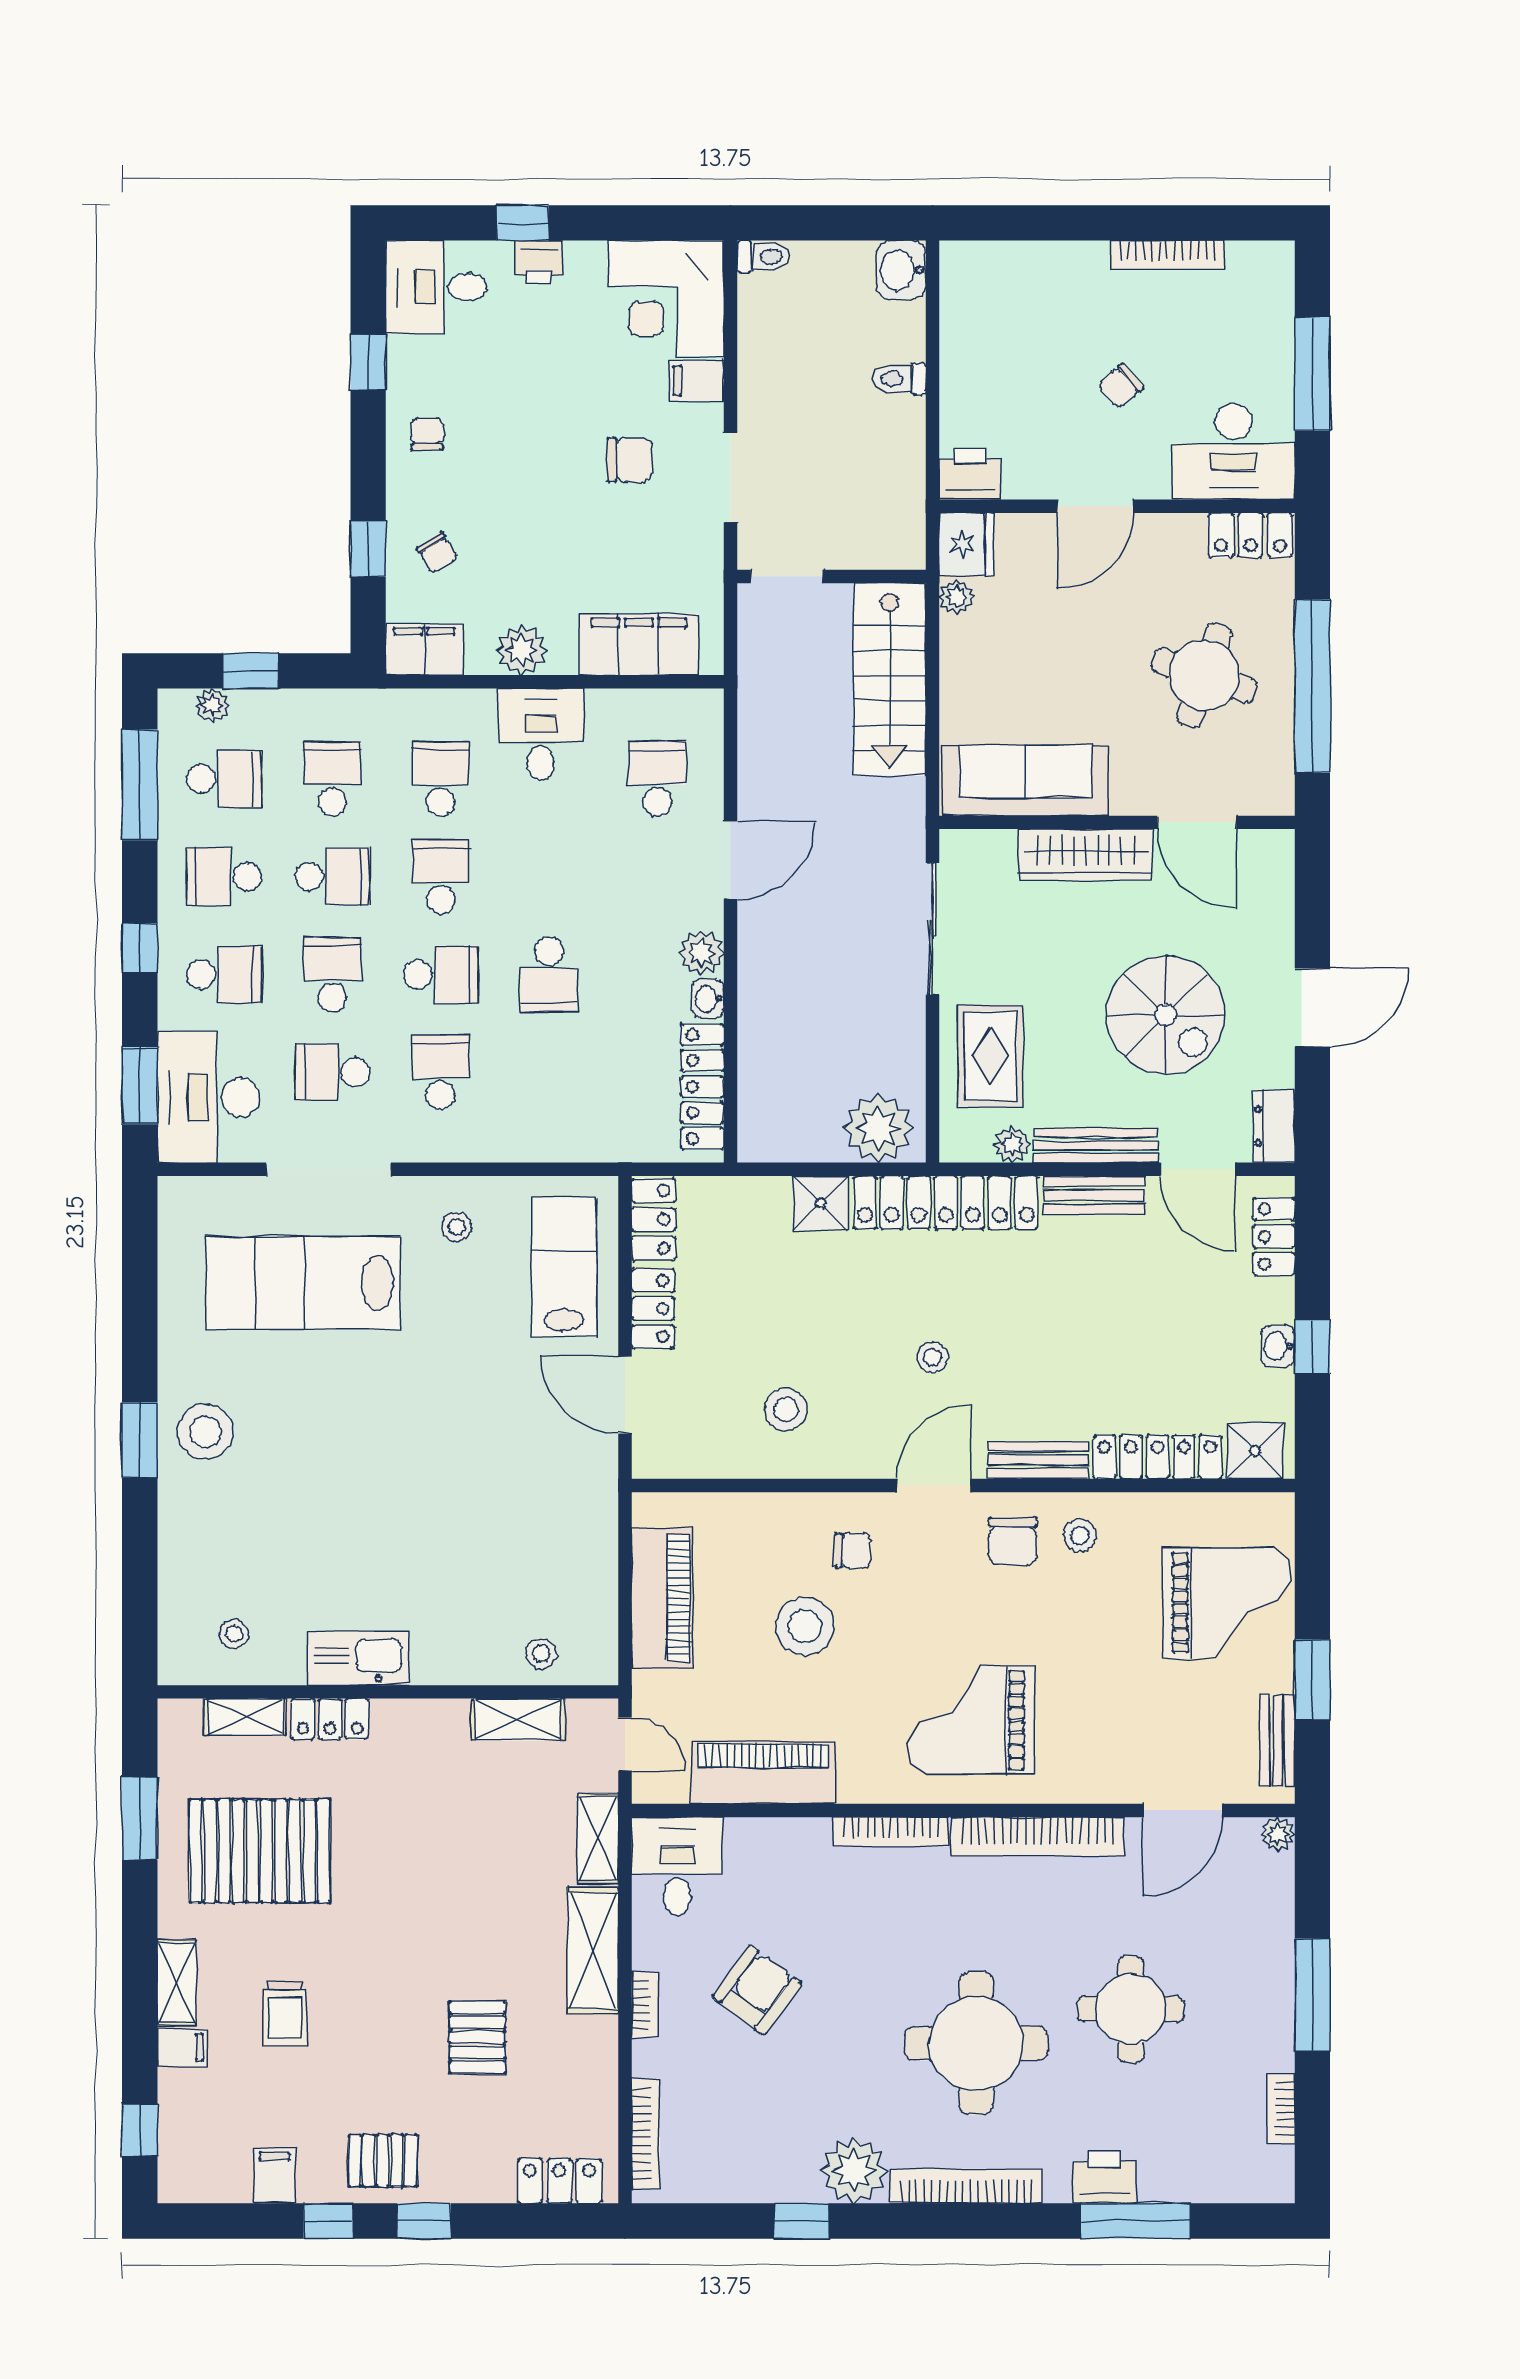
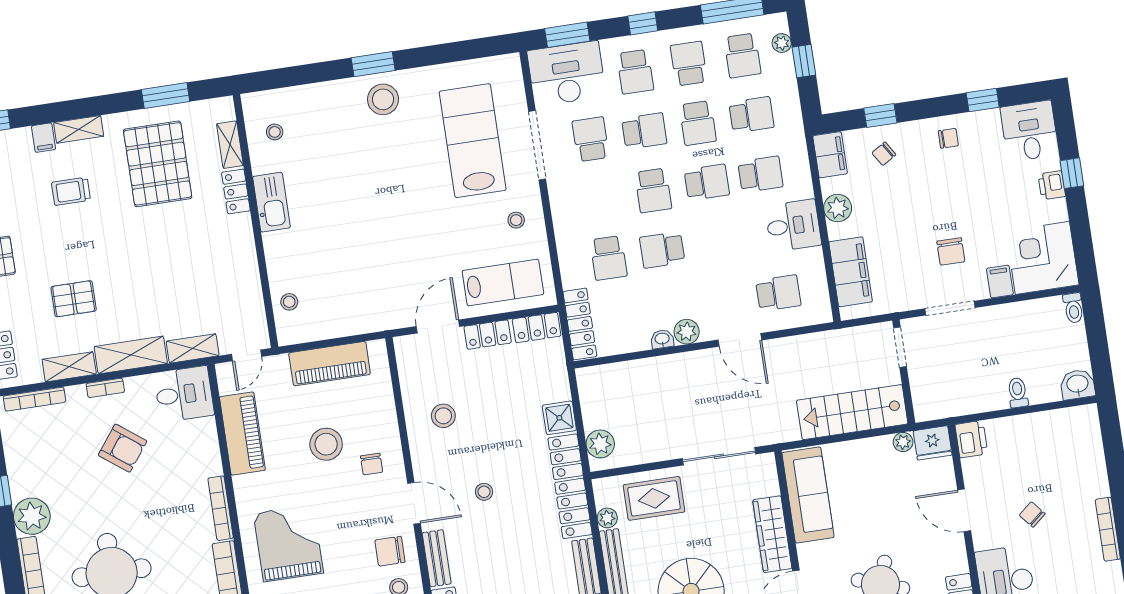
school desk: (441, 1072) -> (609, 258), moved, turned 90
locker: (702, 1087) -> (580, 324), moved, turned 90
plant: (878, 1128) -> (600, 444), width x0.73, depth x0.73
shelving: (518, 1719) -> (69, 367), moved, turned 90

